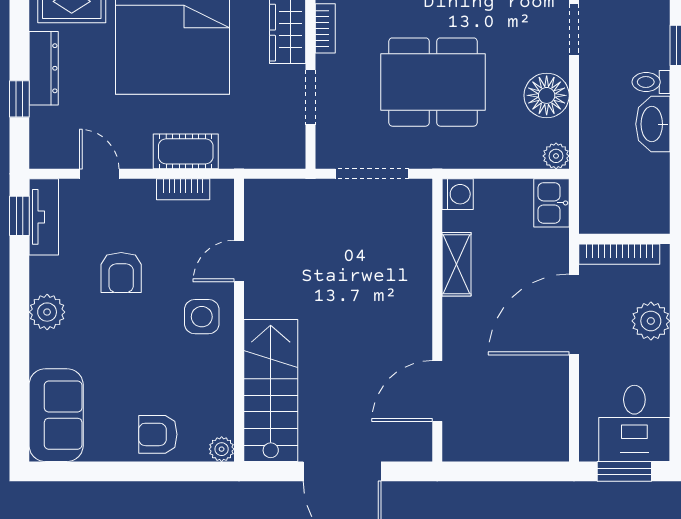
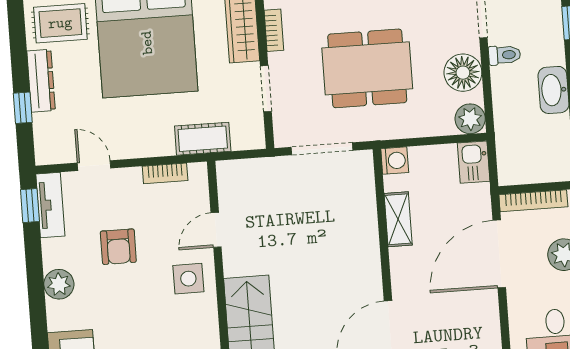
toilet: (651, 82) -> (504, 55), moved, turned 180
cot: (186, 151) -> (203, 139), moved
plant: (556, 156) -> (470, 119), width x1.38, depth x1.38

